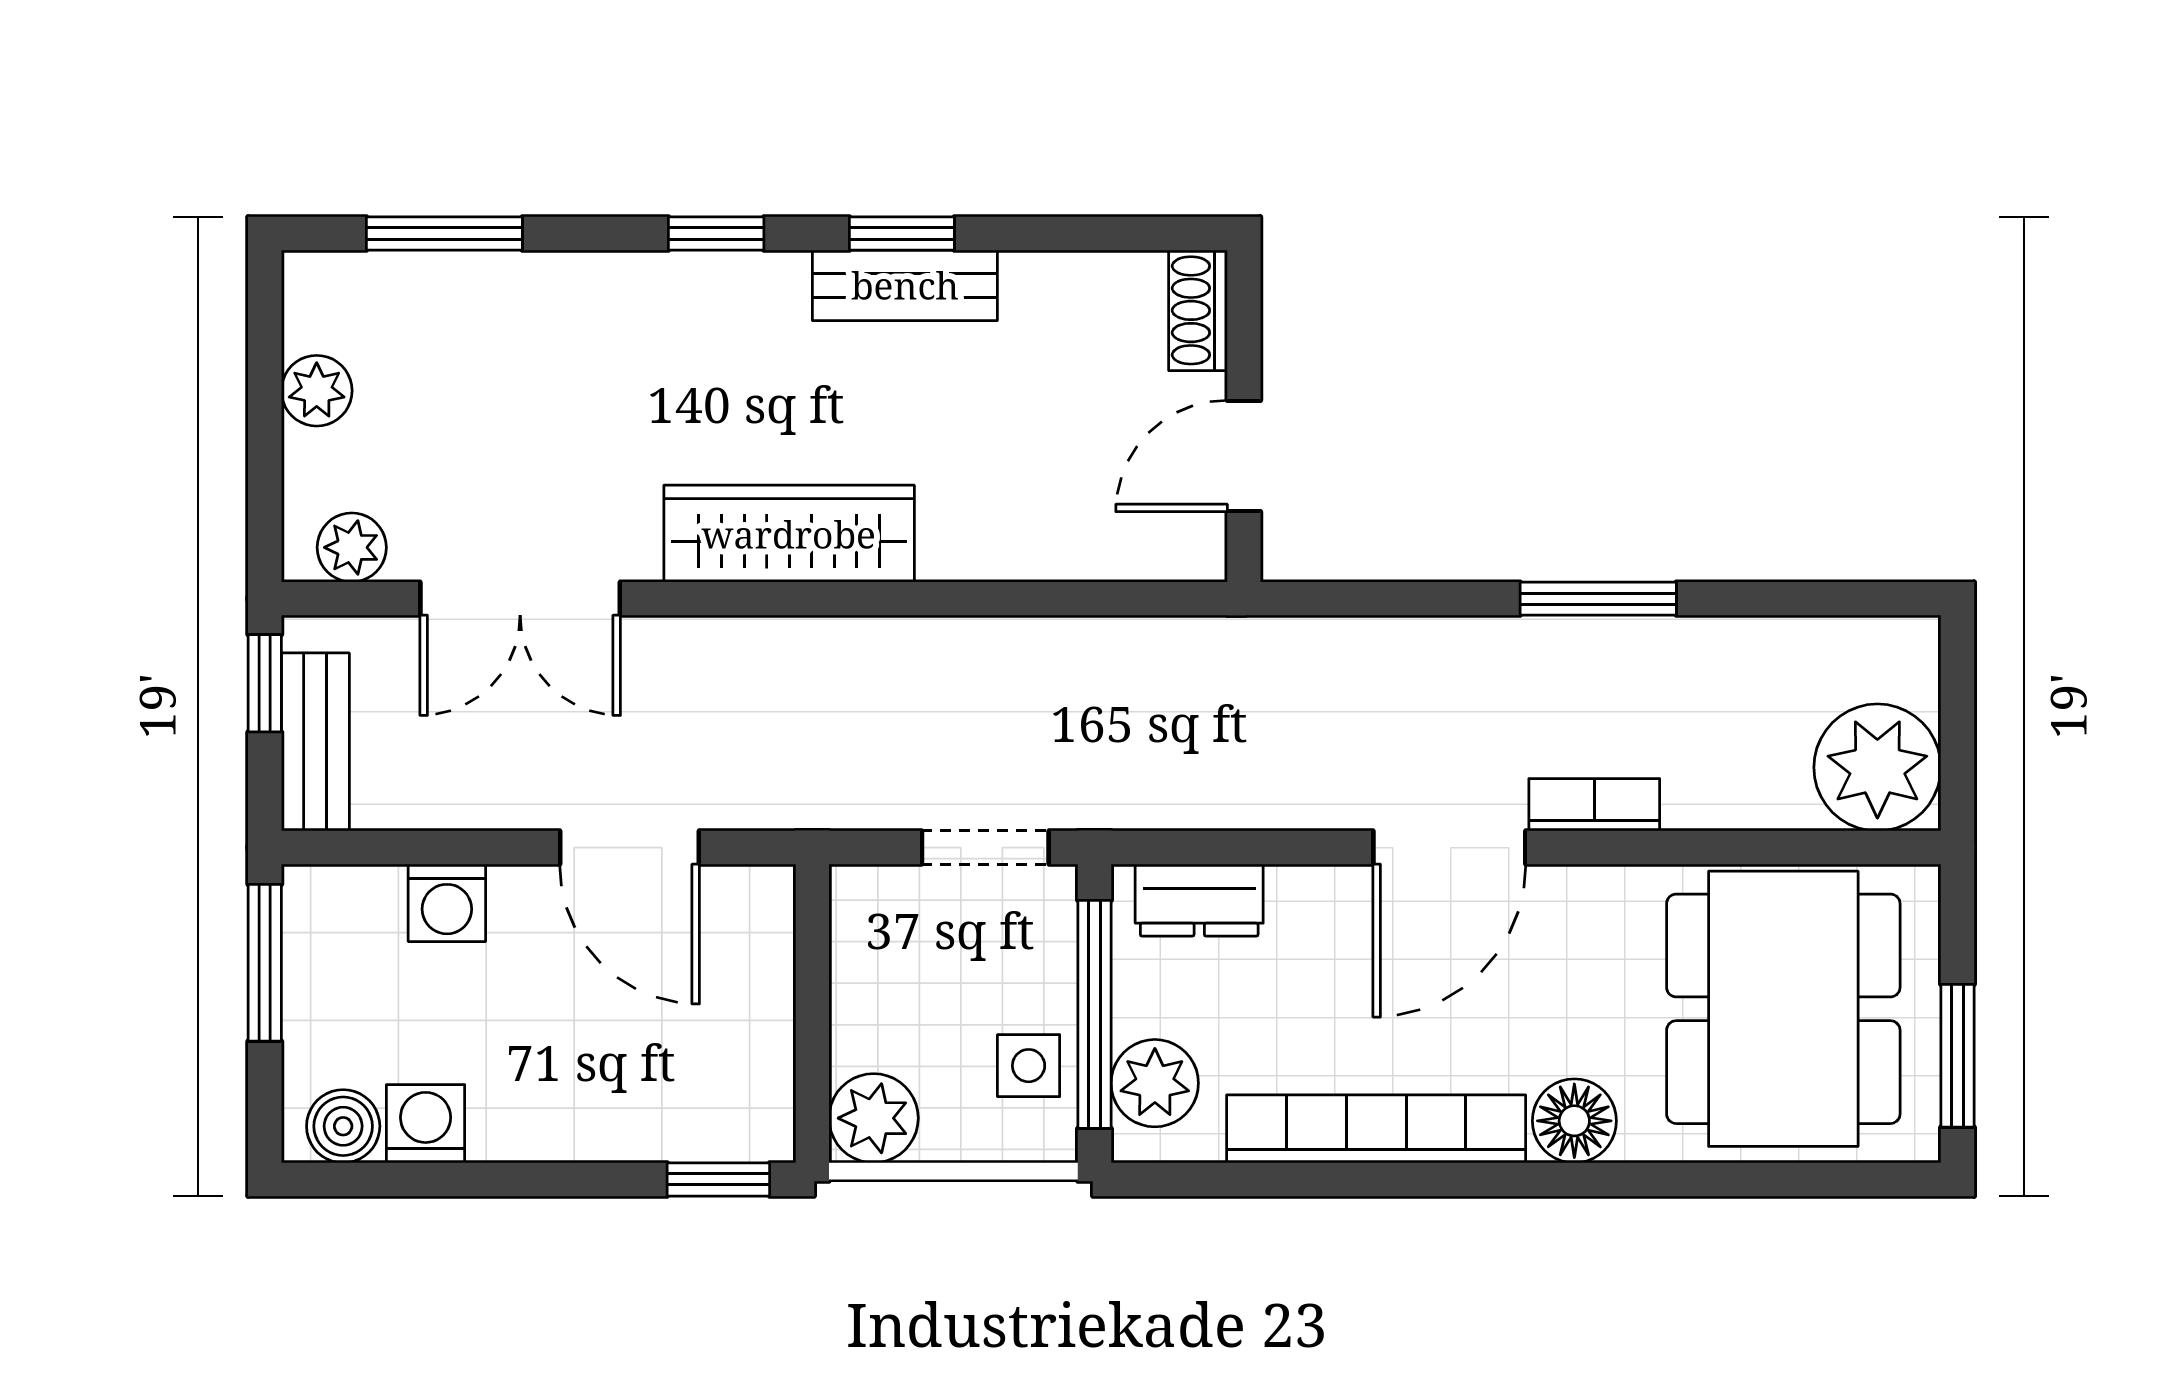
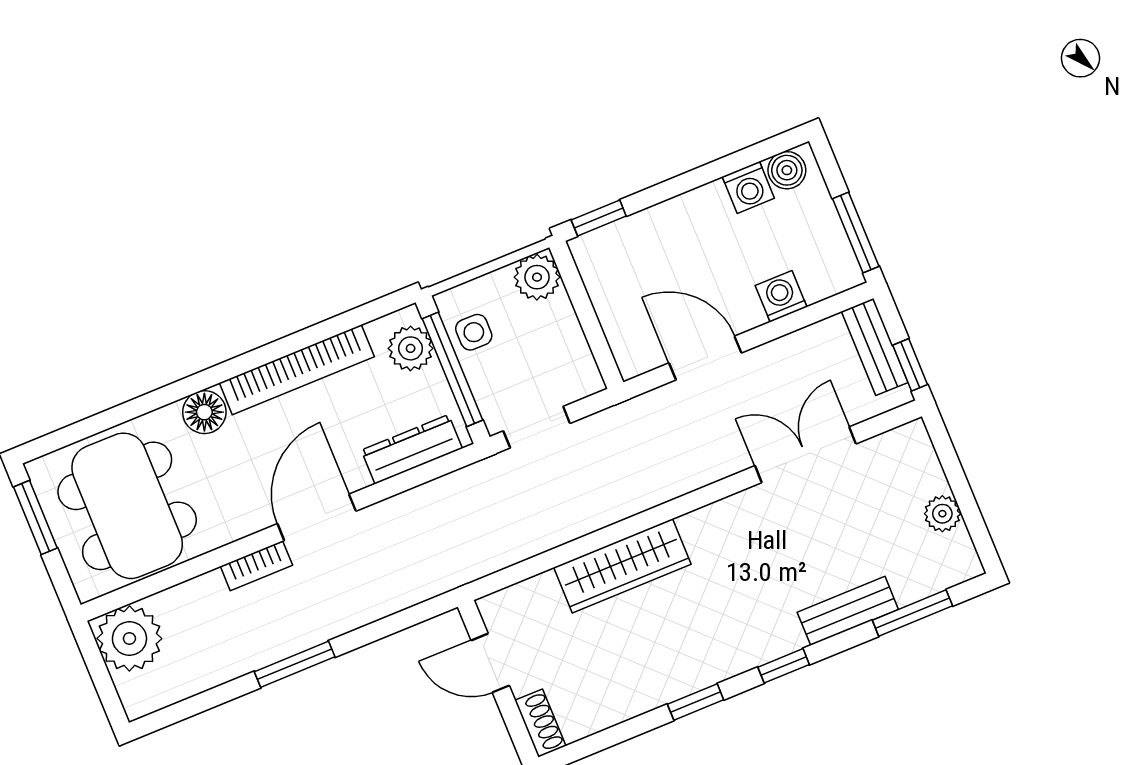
bench: (905, 285) -> (848, 611), moved
door: (1244, 456) -> (490, 663), swing flipped
wardrobe: (789, 534) -> (622, 566), moved
plant: (352, 547) -> (895, 446), removed
dresser: (1199, 900) -> (412, 449), width x1.44

